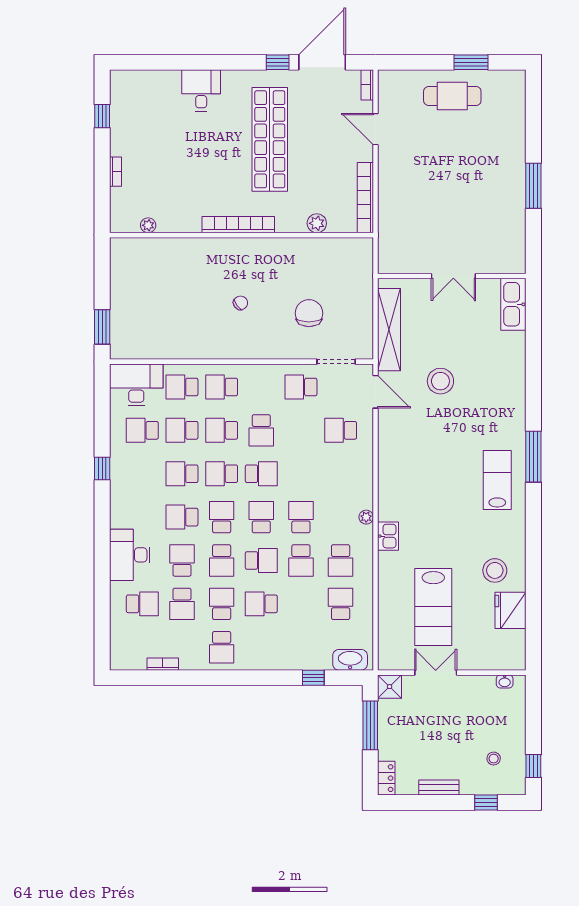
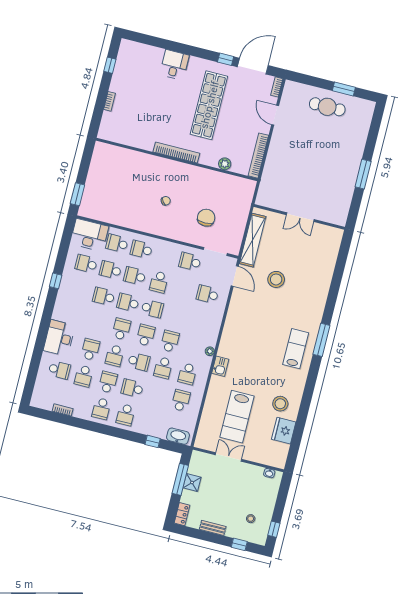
plant: (148, 225) -> (121, 139), removed
kitchen sink: (513, 304) -> (333, 244), removed
school desk: (182, 517) -> (126, 415), moved, turned -90
shower: (390, 687) -> (192, 482), moved

